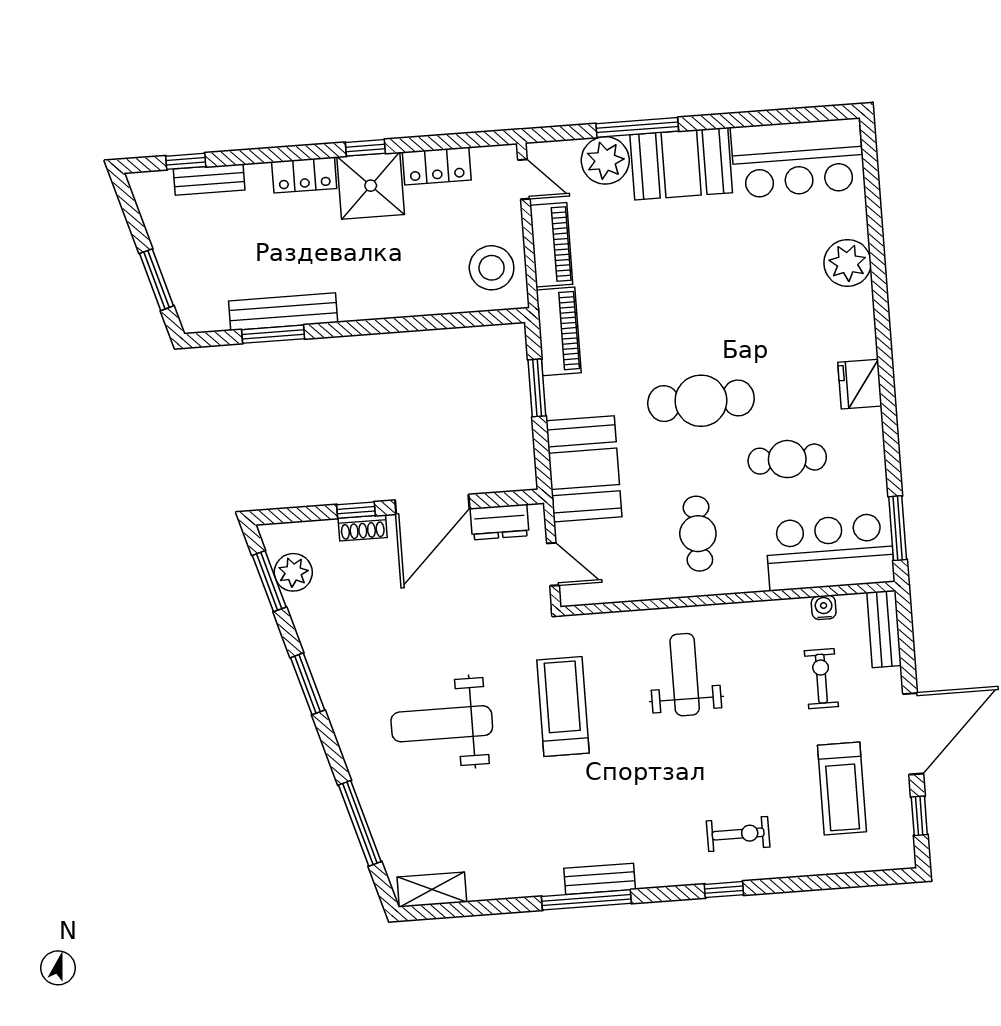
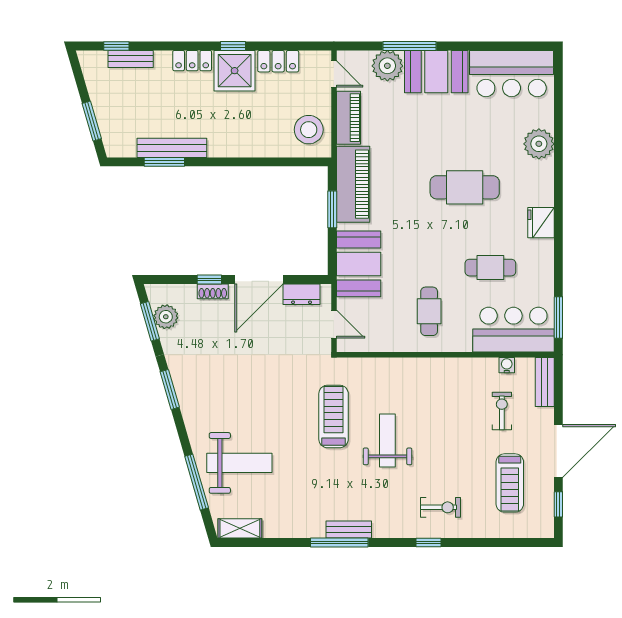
piano: (559, 331) -> (353, 184), width x1.37, depth x1.33
cafe table: (701, 401) -> (465, 187), moved
weight bench: (685, 675) -> (387, 440), moved
weight bench: (442, 724) -> (239, 463), moved, turned 180

